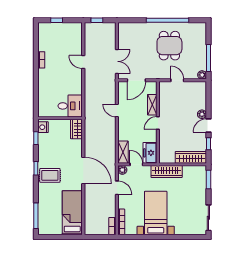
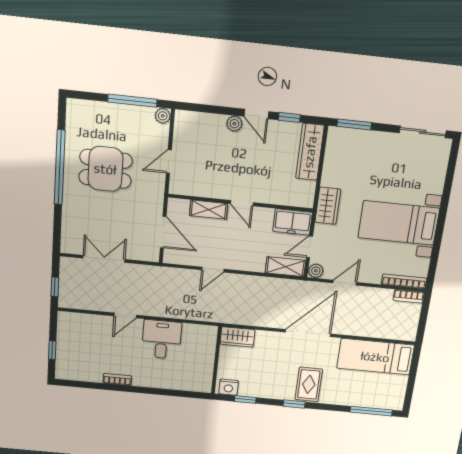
double door: (117, 61) -> (104, 259), moved
desk: (70, 106) -> (162, 339), moved
wardrobe: (167, 171) -> (328, 206), width x0.67

